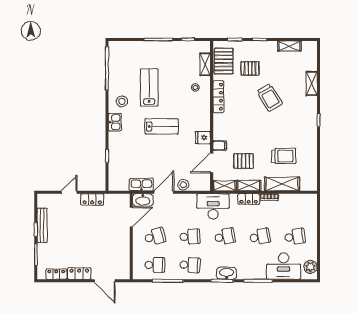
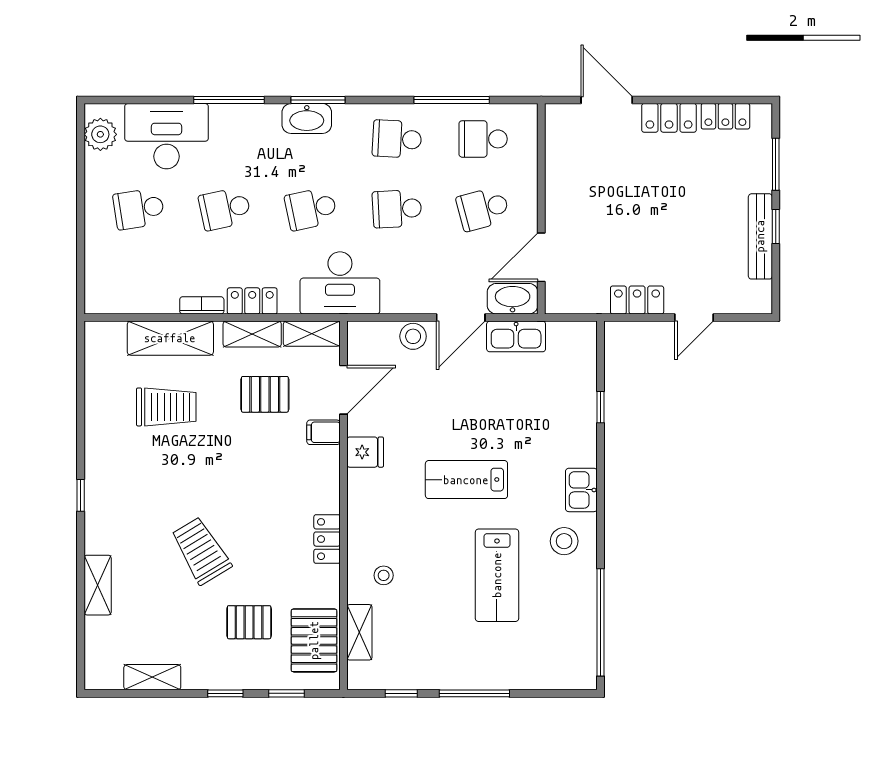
locker: (218, 97) -> (327, 539), width x0.66
trolley: (284, 156) -> (166, 407), turned 180

